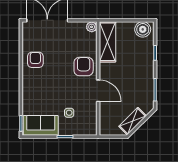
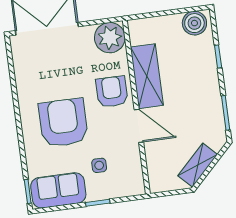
plant: (92, 27) -> (110, 38), width x1.87, depth x1.87
shelving: (107, 42) -> (147, 76), moved
armchair: (35, 60) -> (63, 123), moved, width x1.88, depth x1.88

